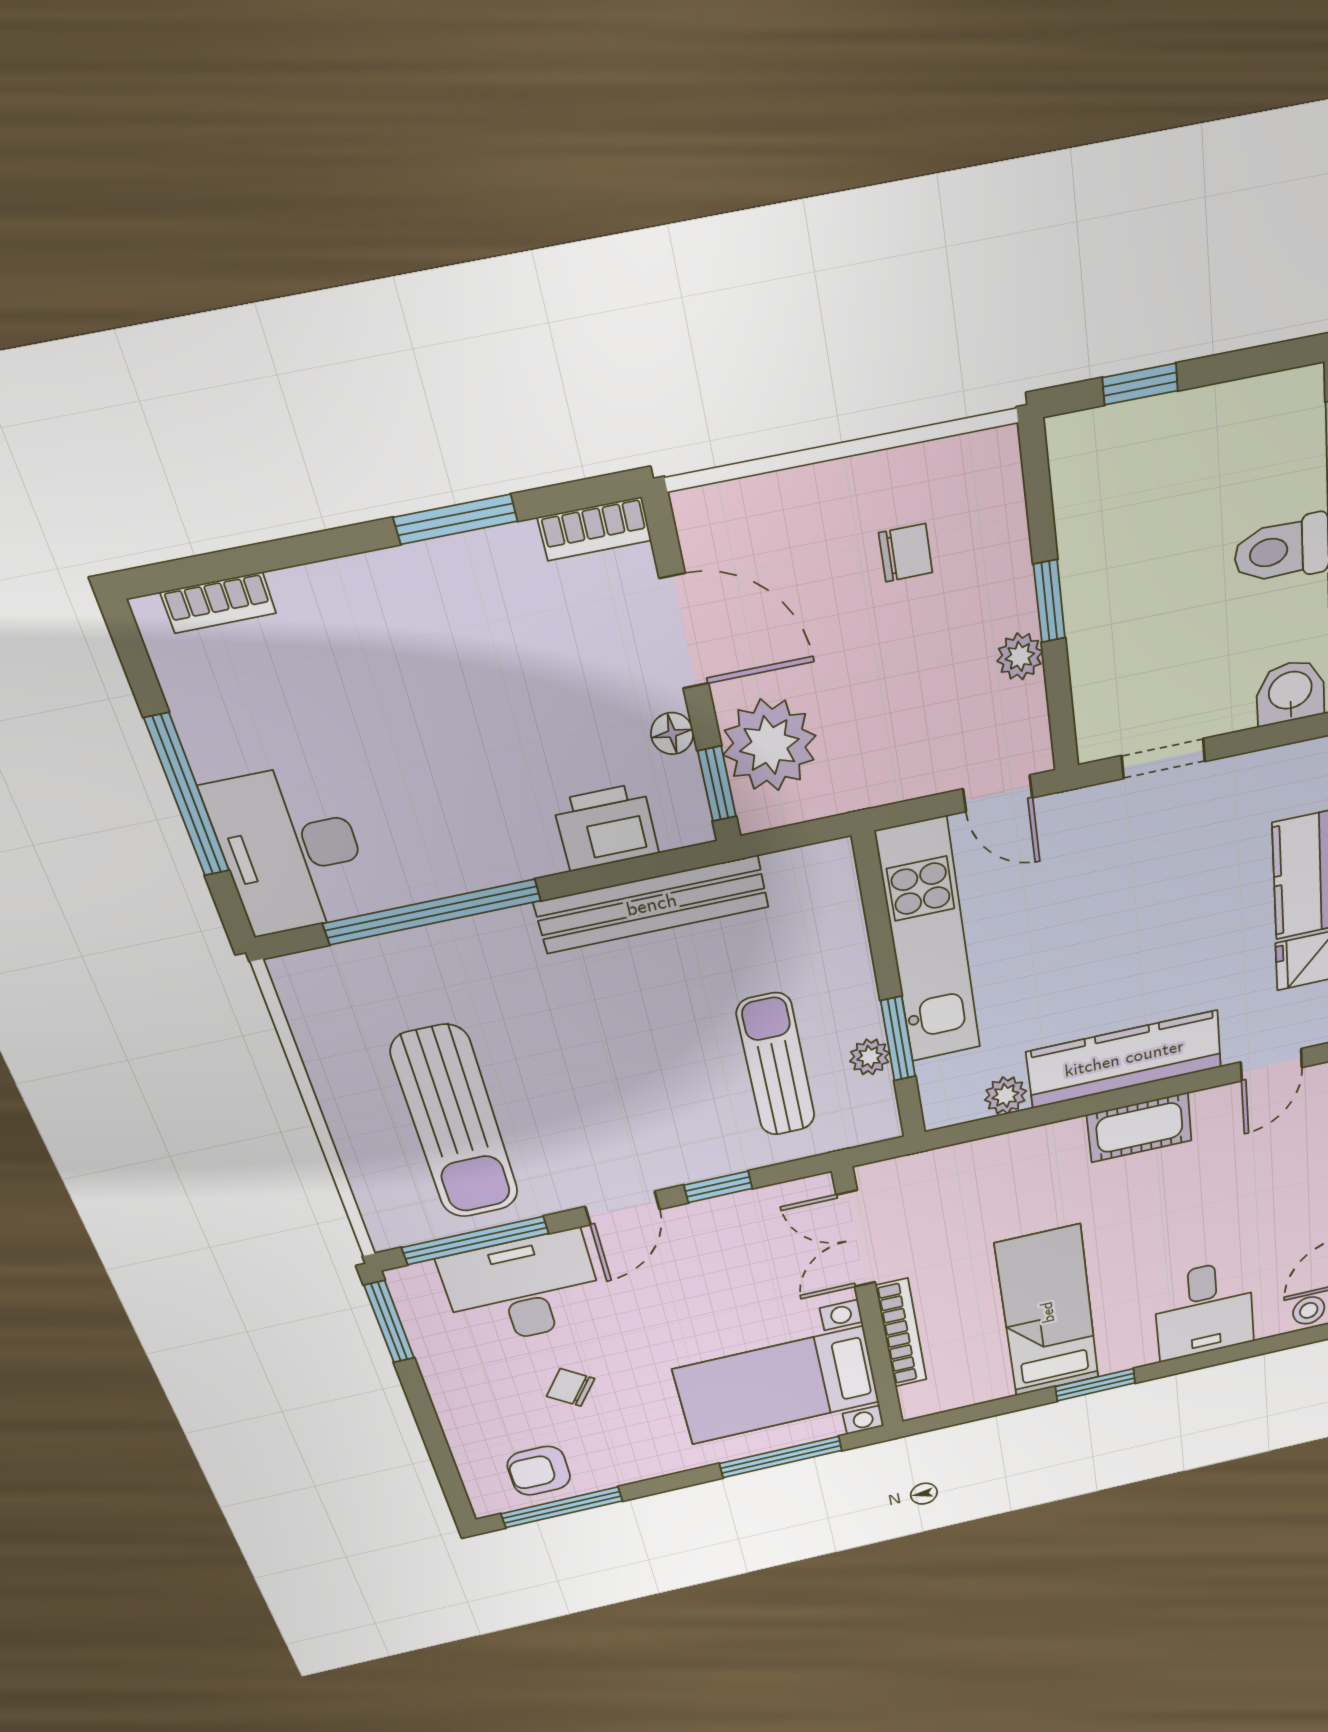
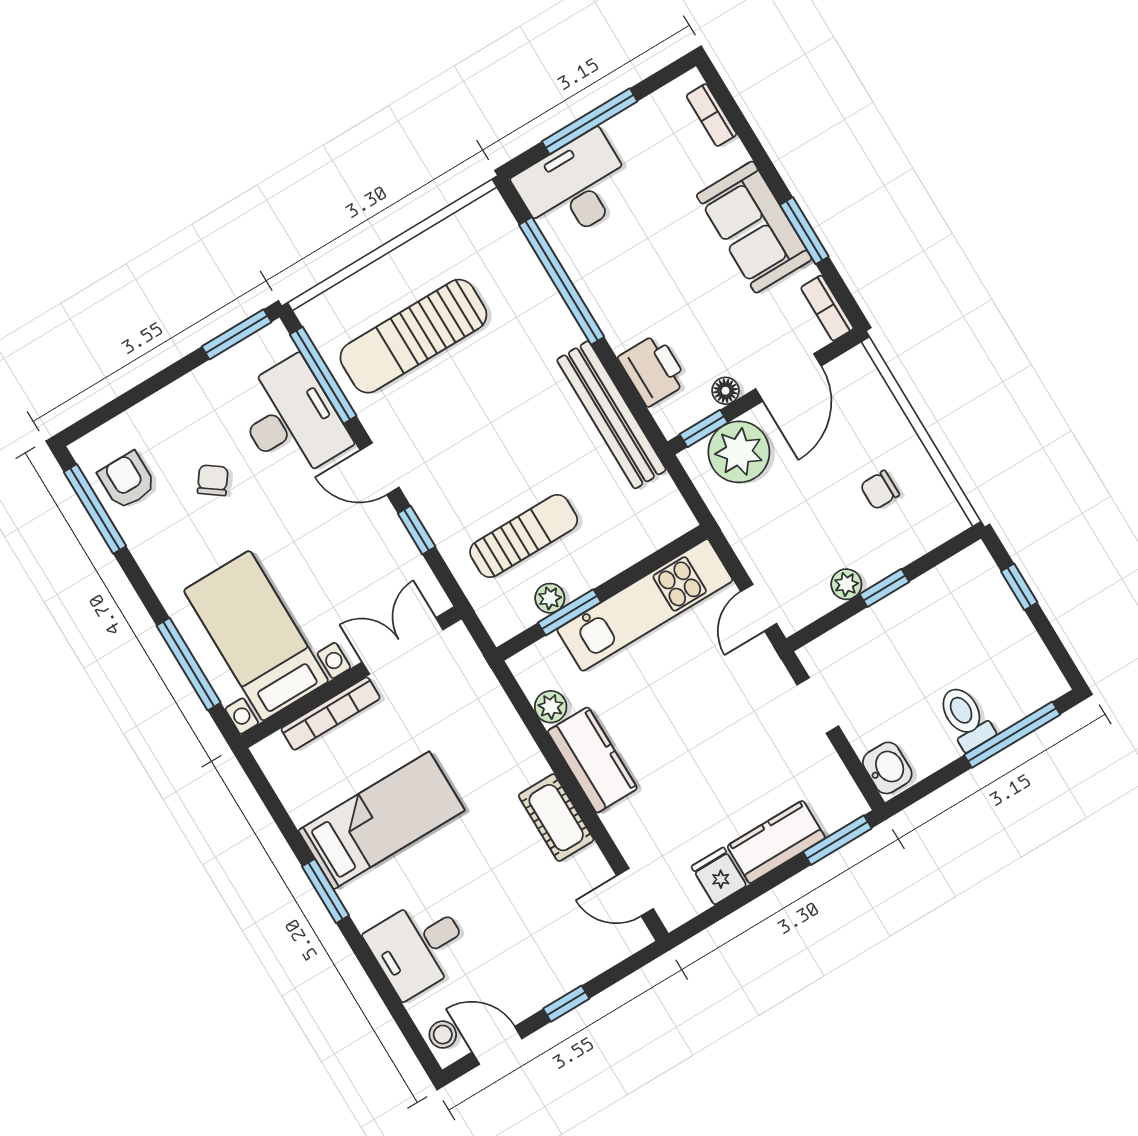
chair: (906, 553) -> (880, 490), turned 90
sofa: (427, 600) -> (754, 227), added
kitchen counter: (1124, 1059) -> (592, 760), width x0.67

